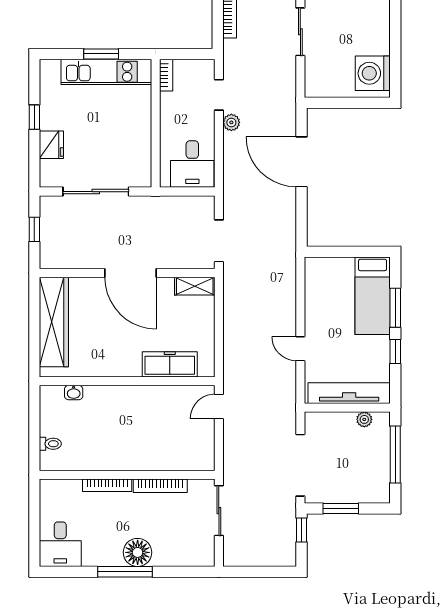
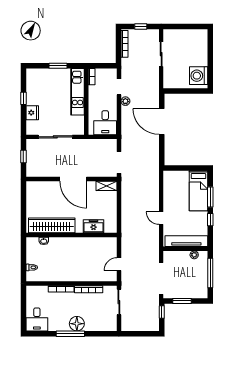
kitchen unit: (106, 72) -> (78, 92), moved, turned 90
wardrobe: (54, 322) -> (52, 225), moved, turned -90
freezer: (170, 364) -> (94, 226), width x0.71
door: (219, 407) -> (119, 264), moved

